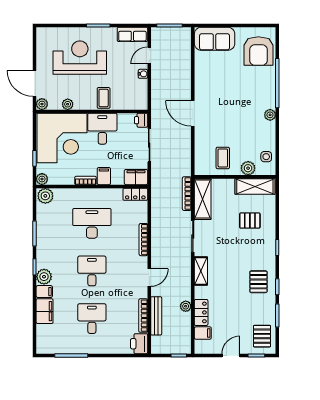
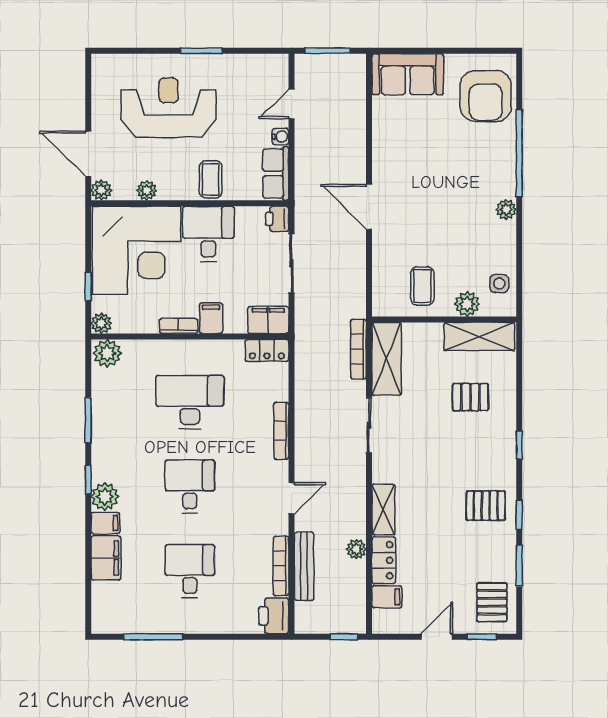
row of seats: (132, 34) -> (276, 174), moved, turned 90
shelving: (201, 271) -> (383, 509), moved
pallet: (258, 282) -> (486, 506), turned 90

